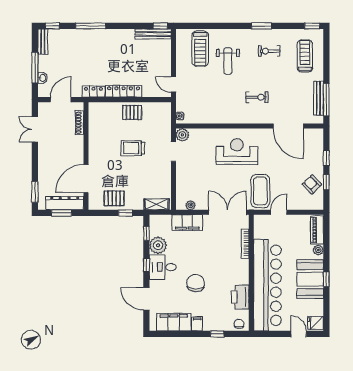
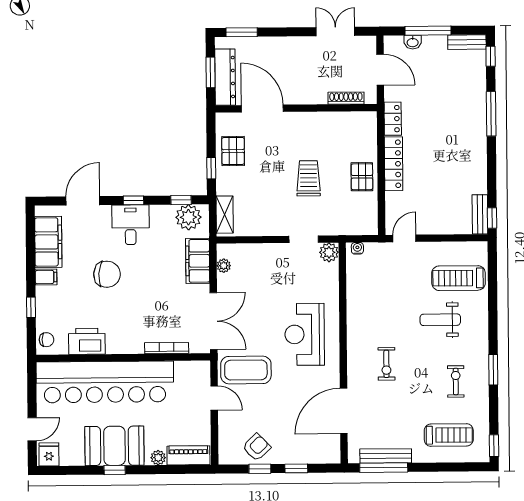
bench: (153, 34) -> (480, 214), width x0.73
reception desk: (237, 152) -> (305, 334), turned 180
plant: (158, 245) -> (188, 217), moved

